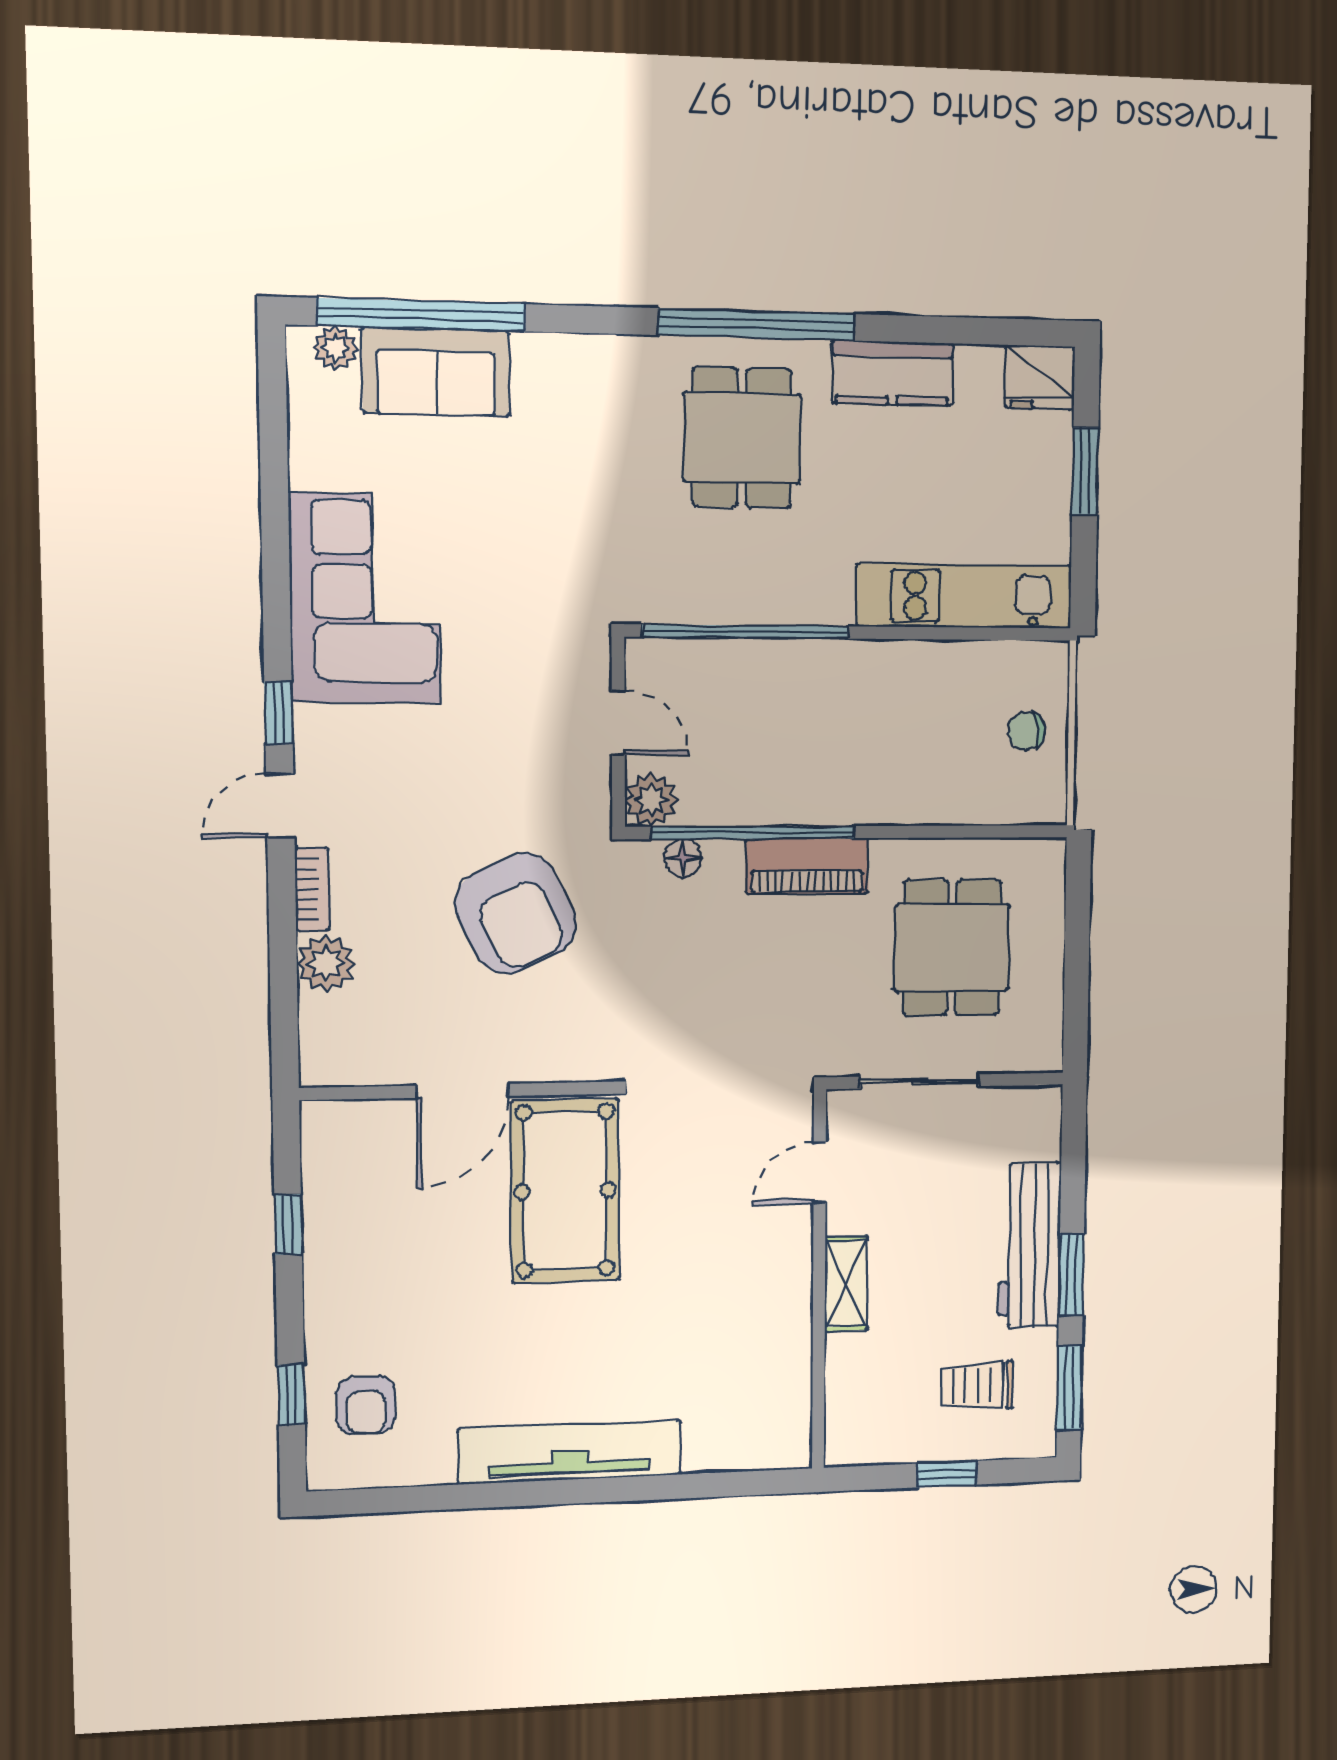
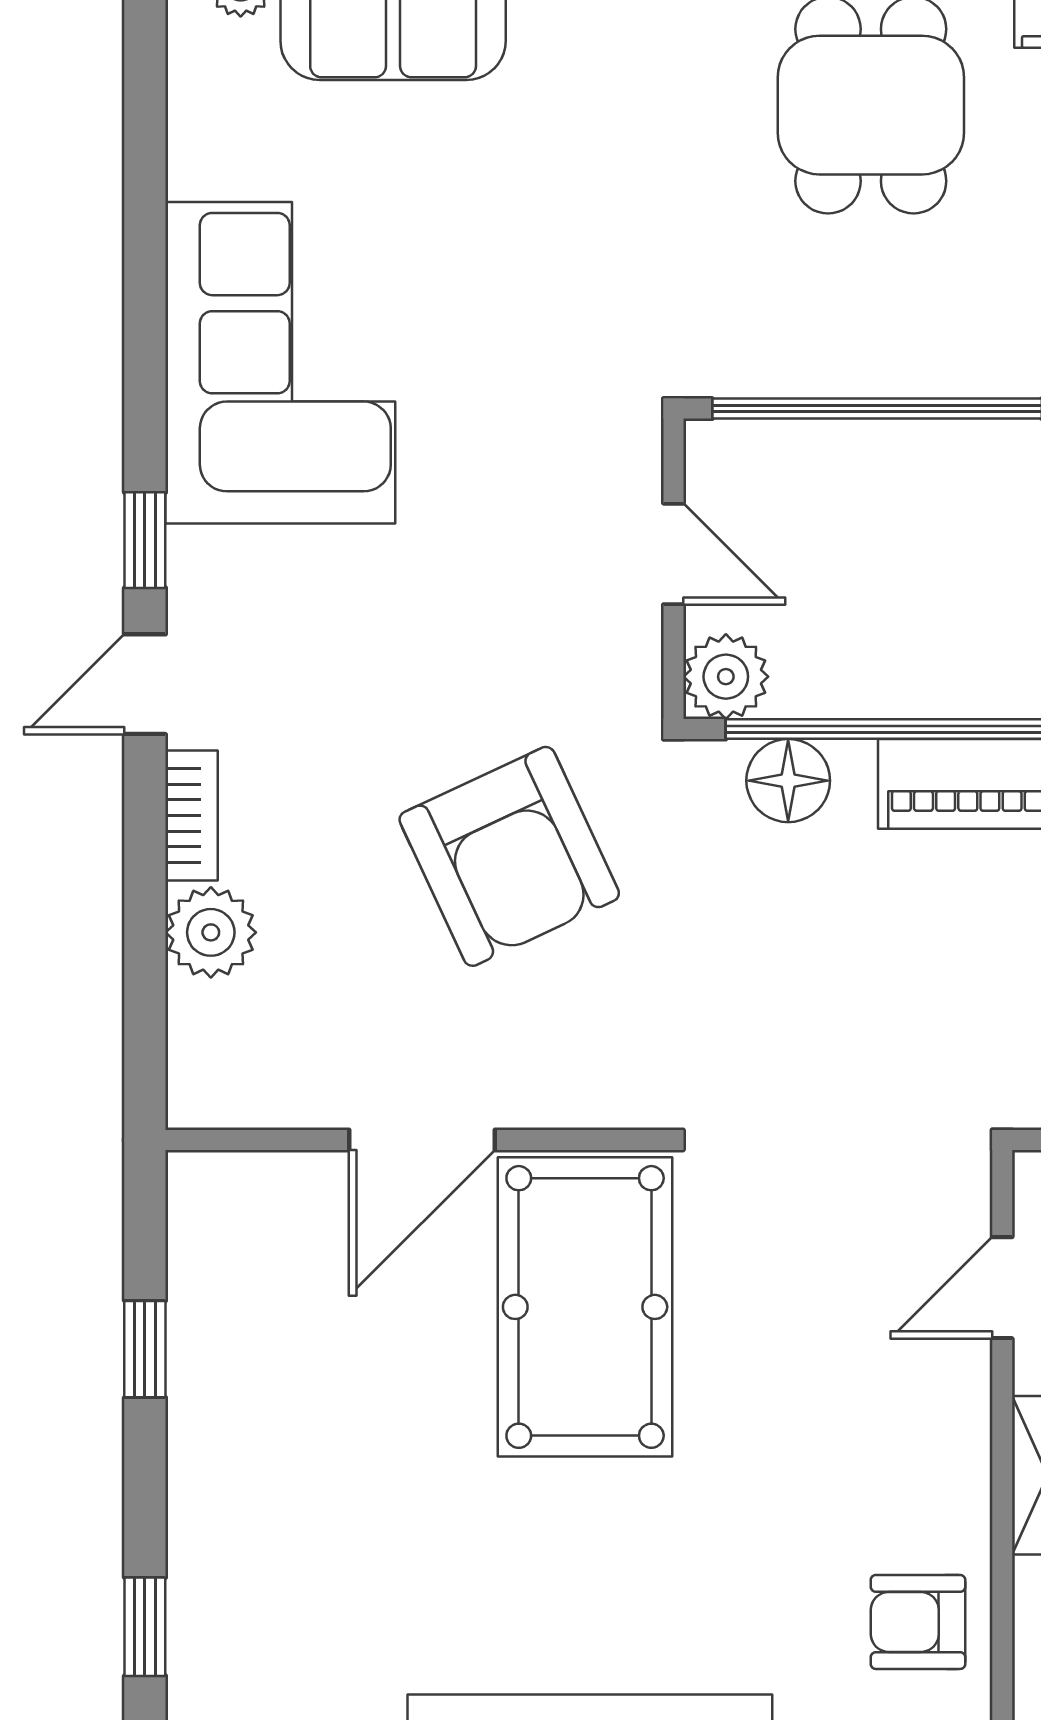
floor lamp: (683, 858) -> (788, 781), width x1.37, depth x1.37
armchair: (366, 1405) -> (918, 1622), moved, turned 90

